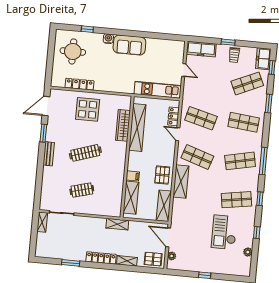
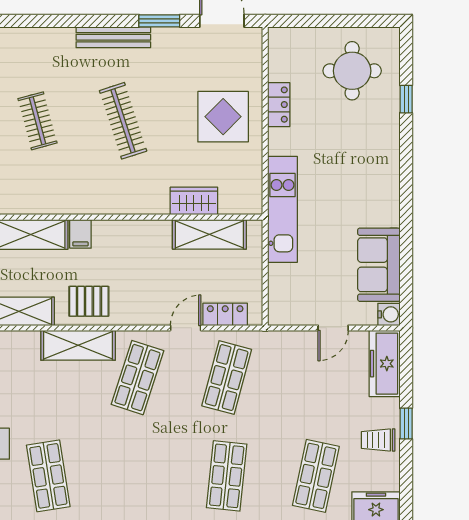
water cooler: (108, 39) -> (389, 314), moved
sofa: (129, 45) -> (379, 265), moved
shop shelf: (247, 83) -> (316, 476), turned 36
locker: (79, 84) -> (279, 105), width x0.66
kitchen unit: (158, 90) -> (282, 209), moved
wardrobe: (123, 125) -> (194, 201), width x0.67
shelving: (137, 127) -> (209, 234), width x0.68
bench: (49, 154) -> (113, 37), width x1.36
shop shelf: (240, 161) -> (137, 476), removed

